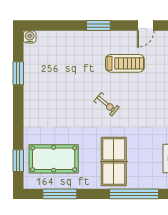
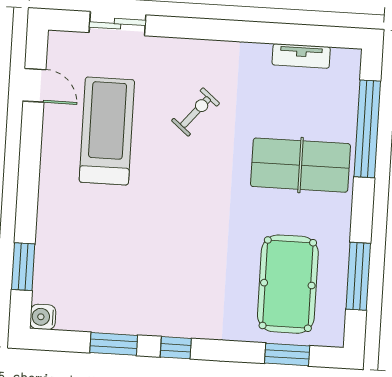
window: (98, 25) -> (23, 267), moved
treadmill: (125, 63) -> (107, 131), width x1.37, depth x1.38
exercise bike: (107, 104) -> (196, 112), moved
window: (18, 105) -> (176, 348), added

